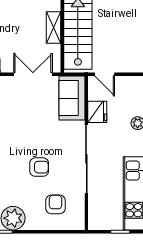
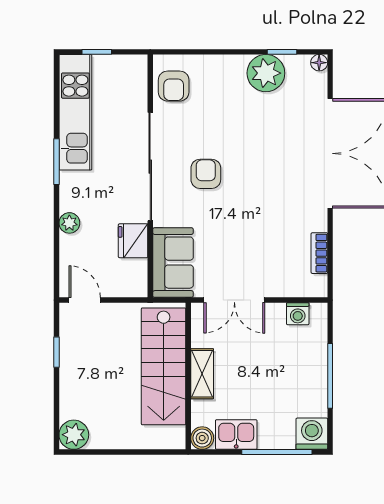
door: (105, 74) -> (85, 300), moved
armchair: (39, 167) -> (206, 174), moved, turned 90
armchair: (55, 204) -> (174, 86), moved

